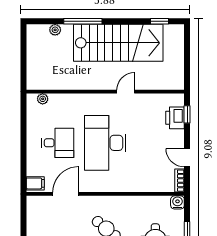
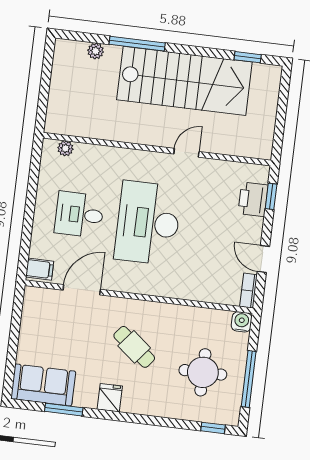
desk: (58, 143) -> (79, 215), turned 180

